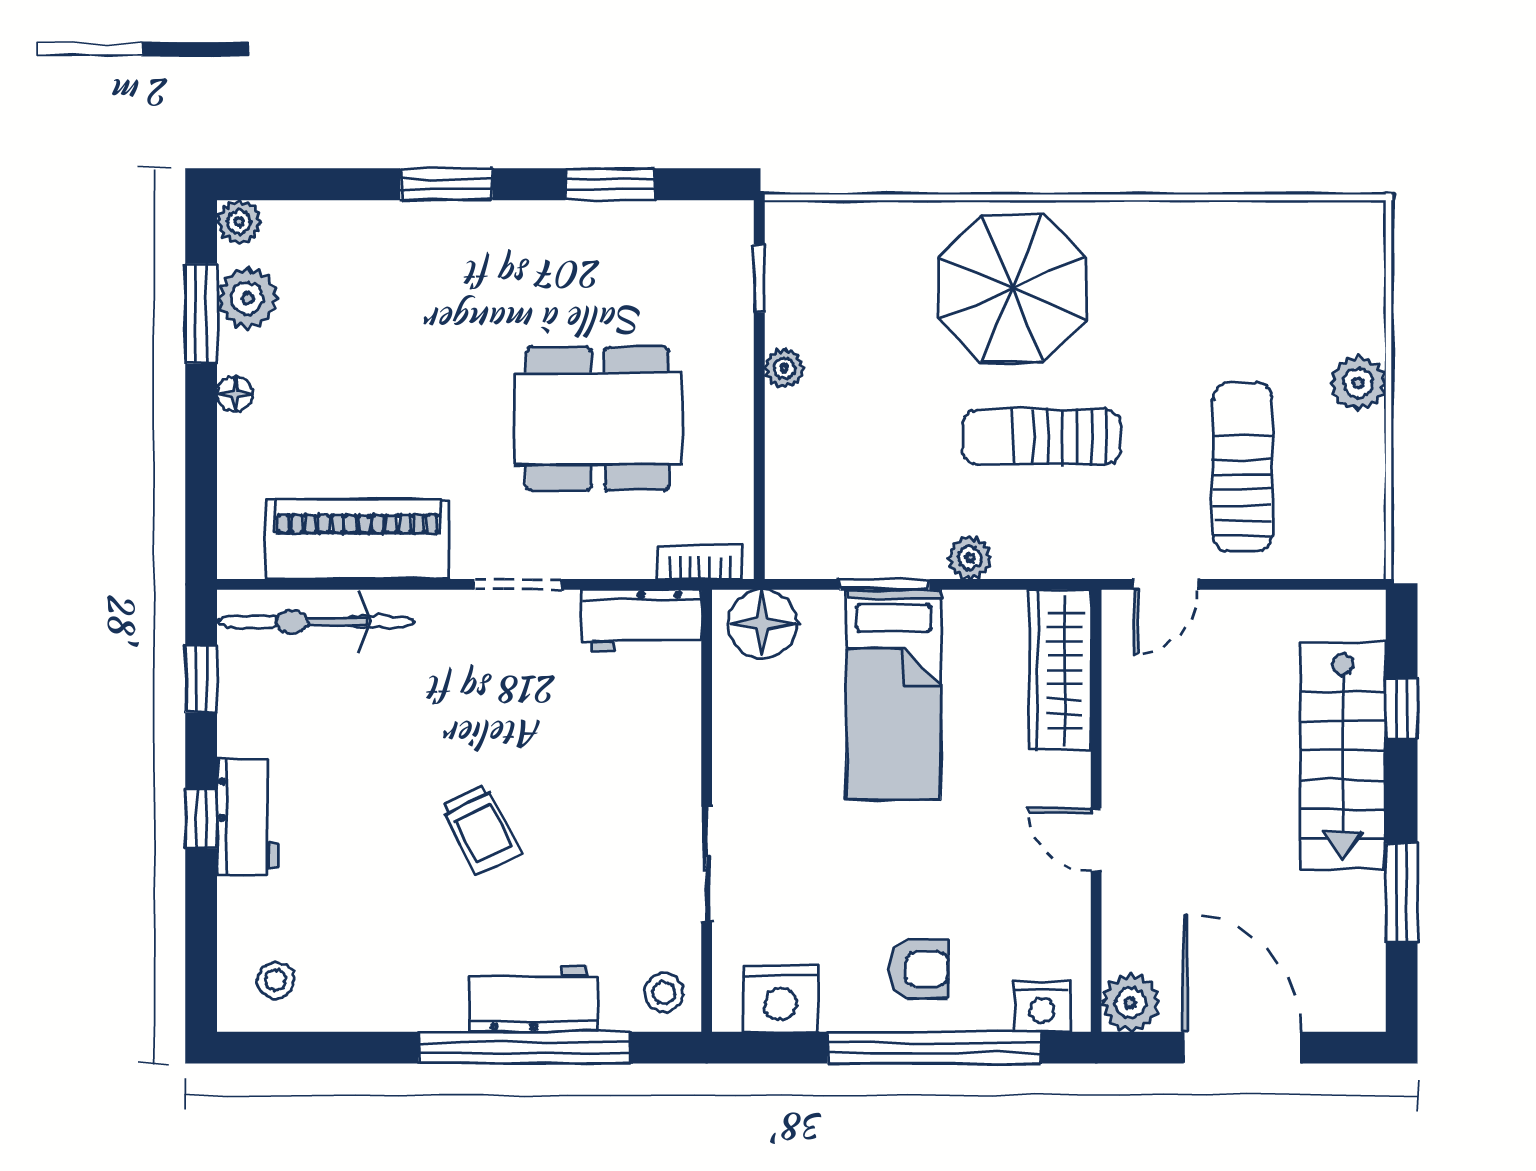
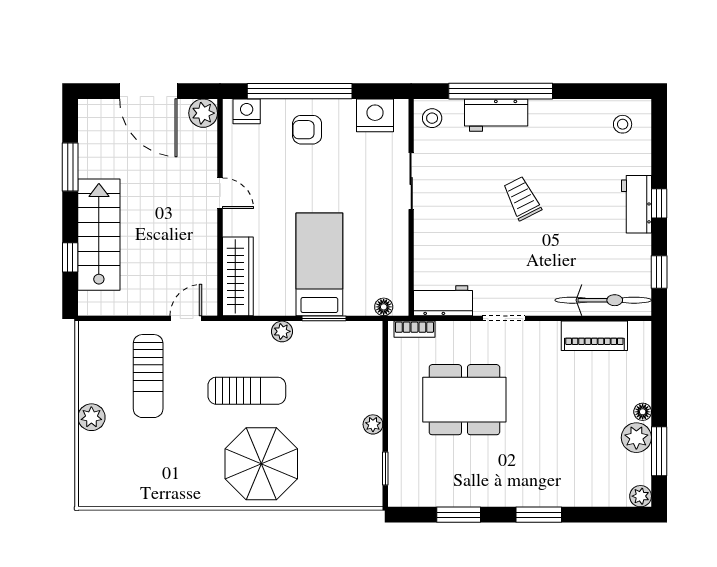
plant: (248, 298) -> (636, 438), moved
piano: (358, 539) -> (594, 336), width x0.73, depth x0.75
floor lamp: (763, 624) -> (384, 307), width x0.53, depth x0.53

